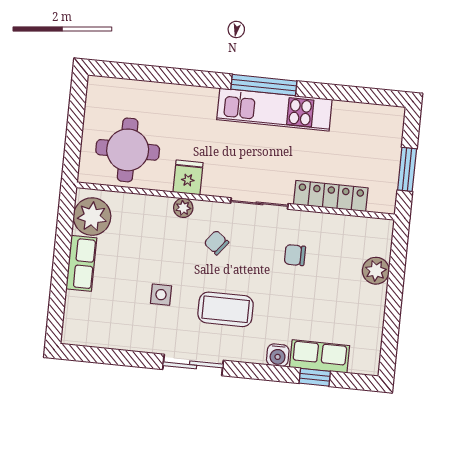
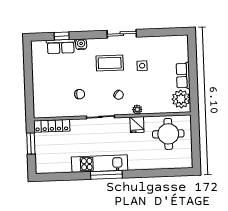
locker: (331, 196) -> (52, 126), moved
plant: (376, 271) -> (39, 92), removed

